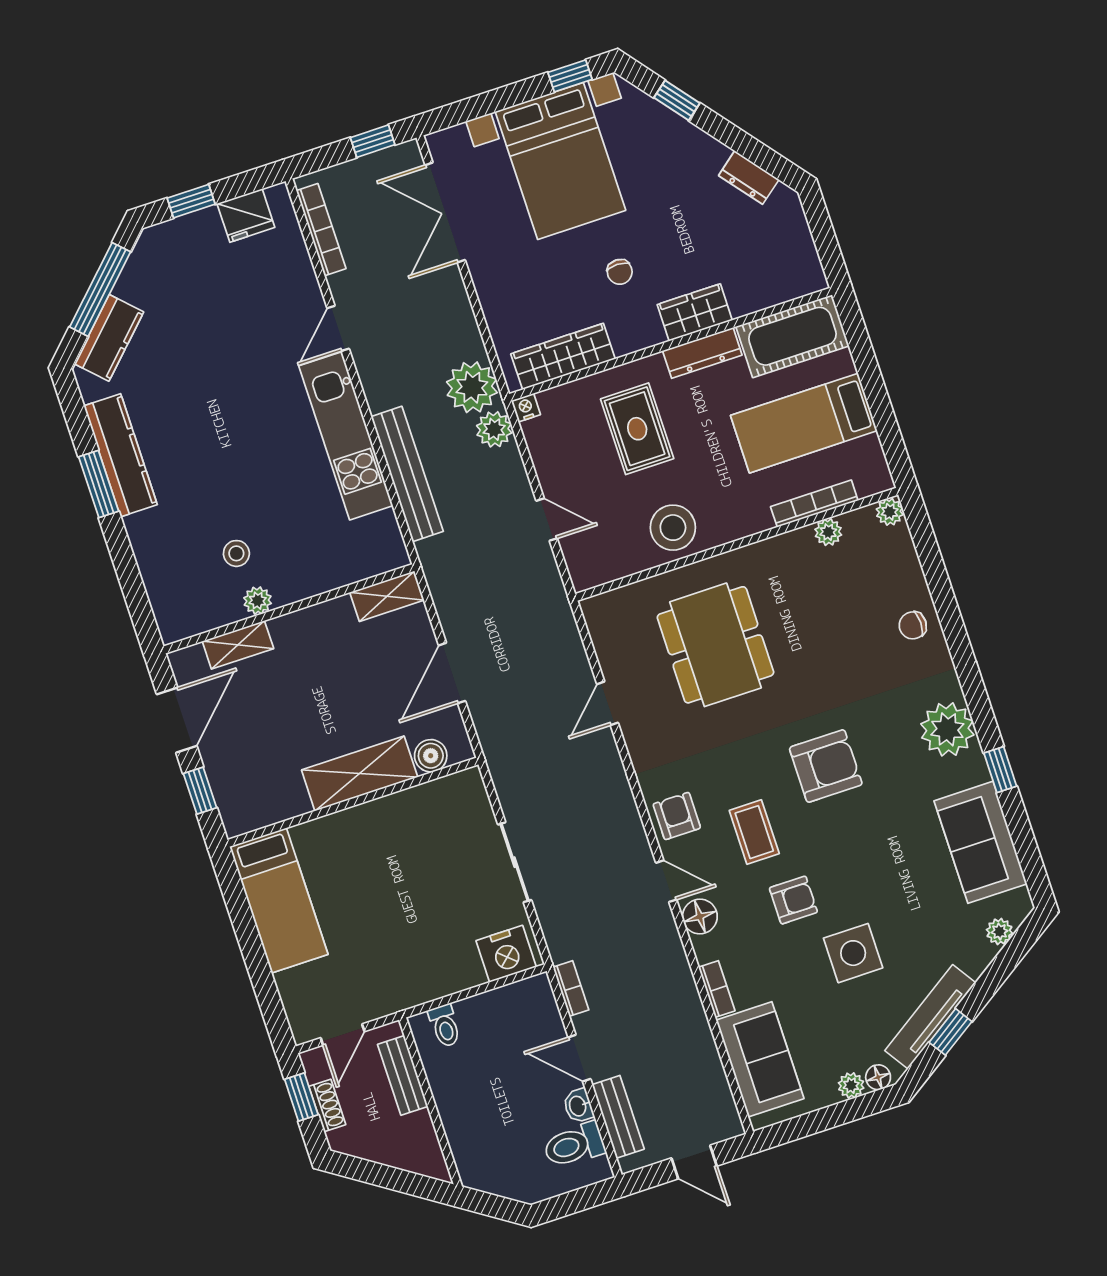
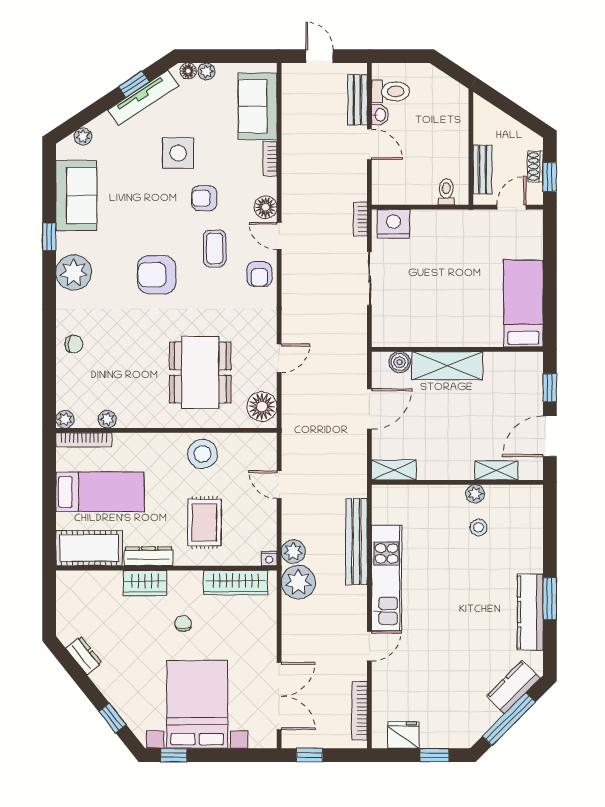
bookcase: (814, 504) -> (84, 440), moved
floor lamp: (609, 625) -> (262, 407), added
bookcase: (571, 989) -> (360, 219), moved

